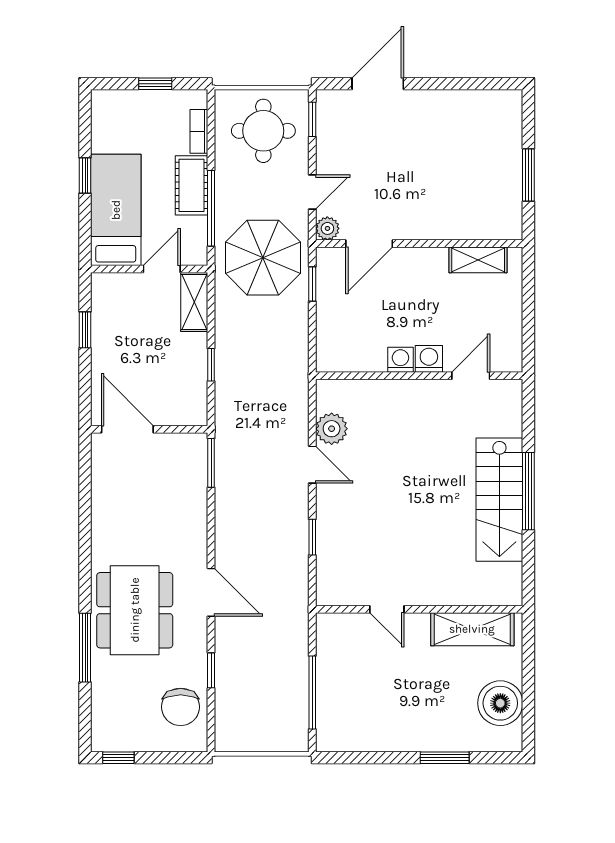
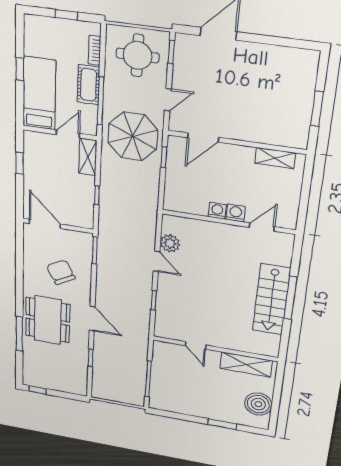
plant: (327, 228) -> (176, 124), removed
chair: (181, 707) -> (61, 272), moved, turned 151

